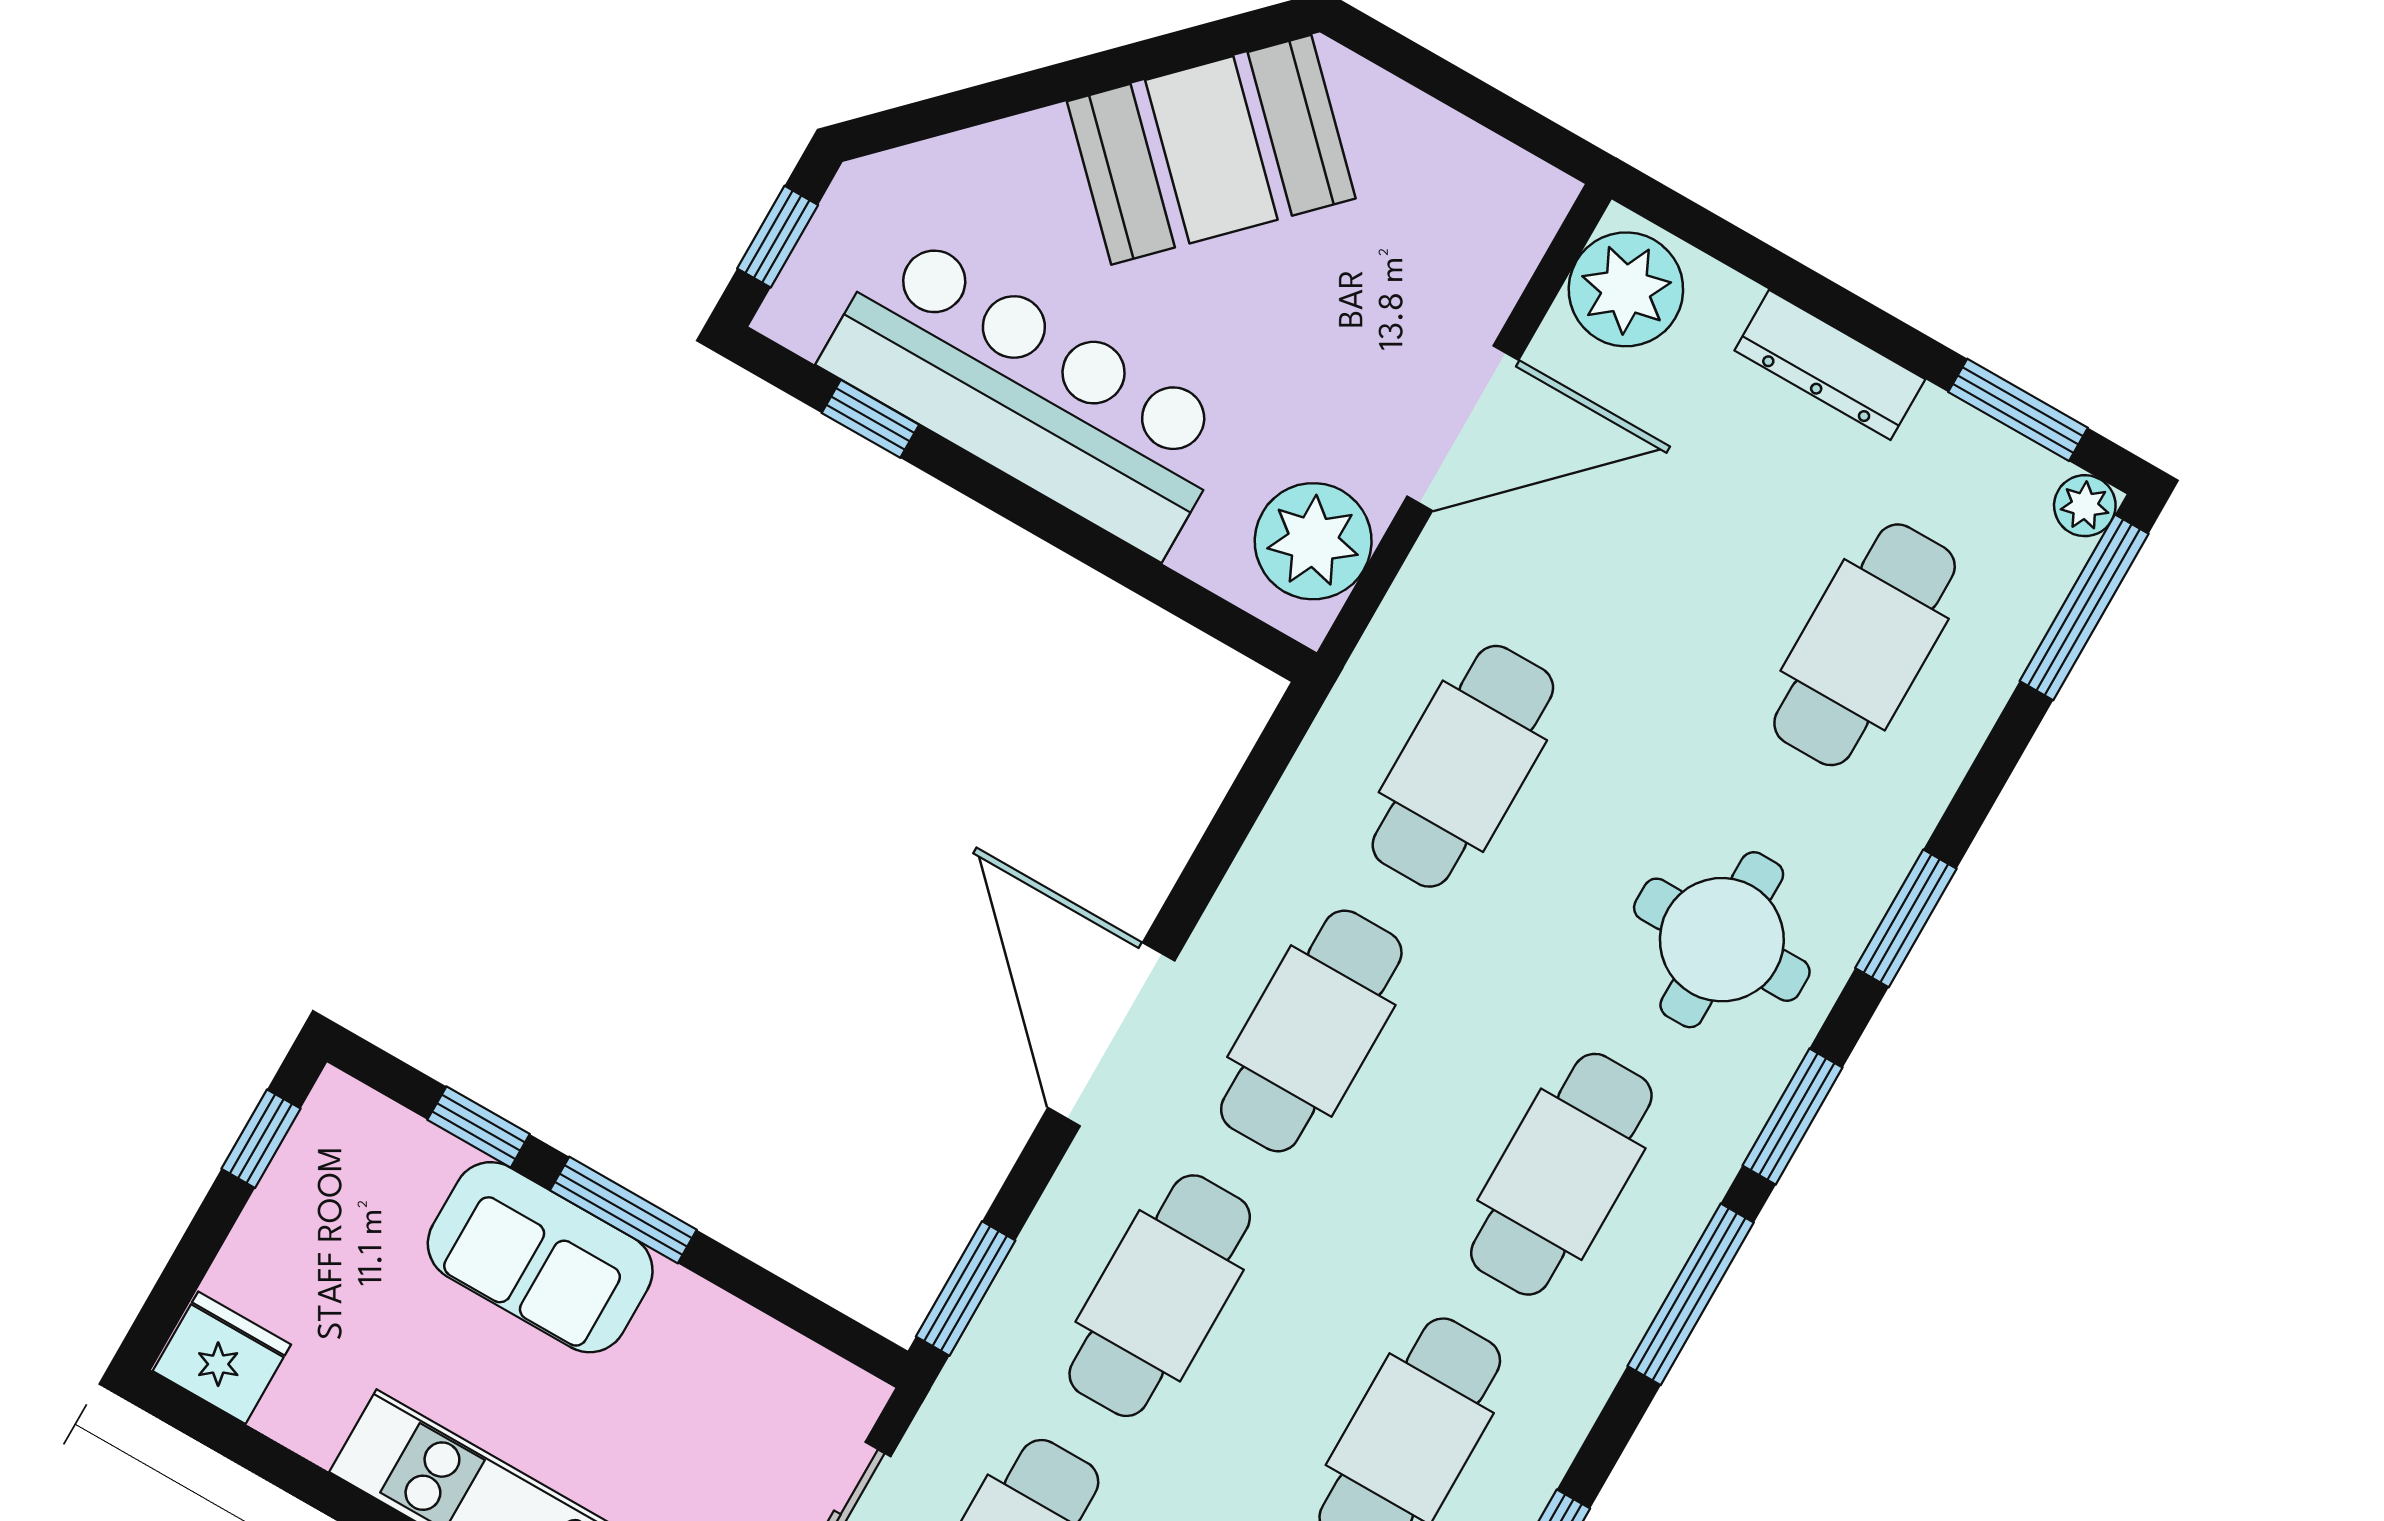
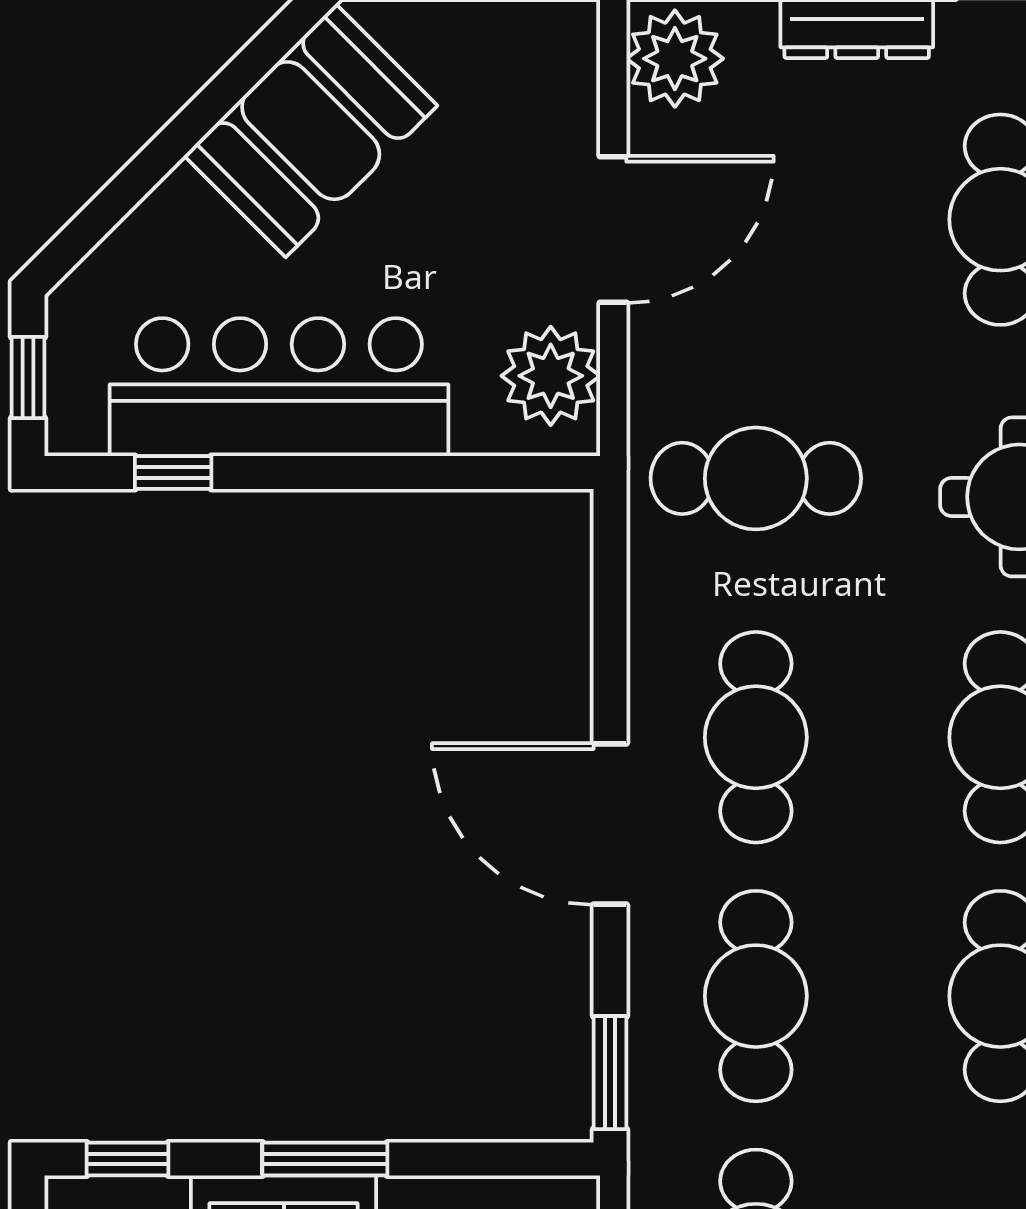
cafe table: (1463, 766) -> (756, 478), turned 90
window: (479, 1127) -> (127, 1159), moved

